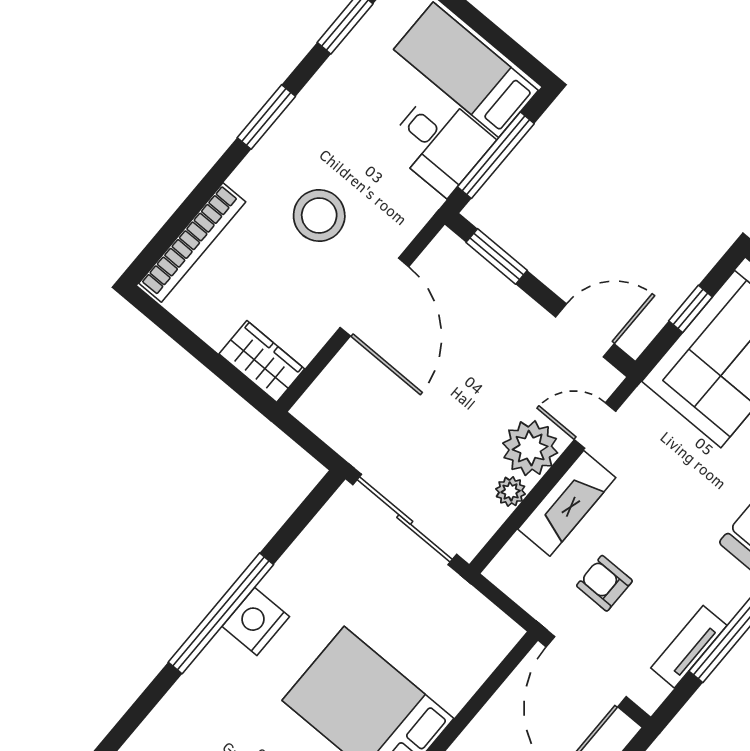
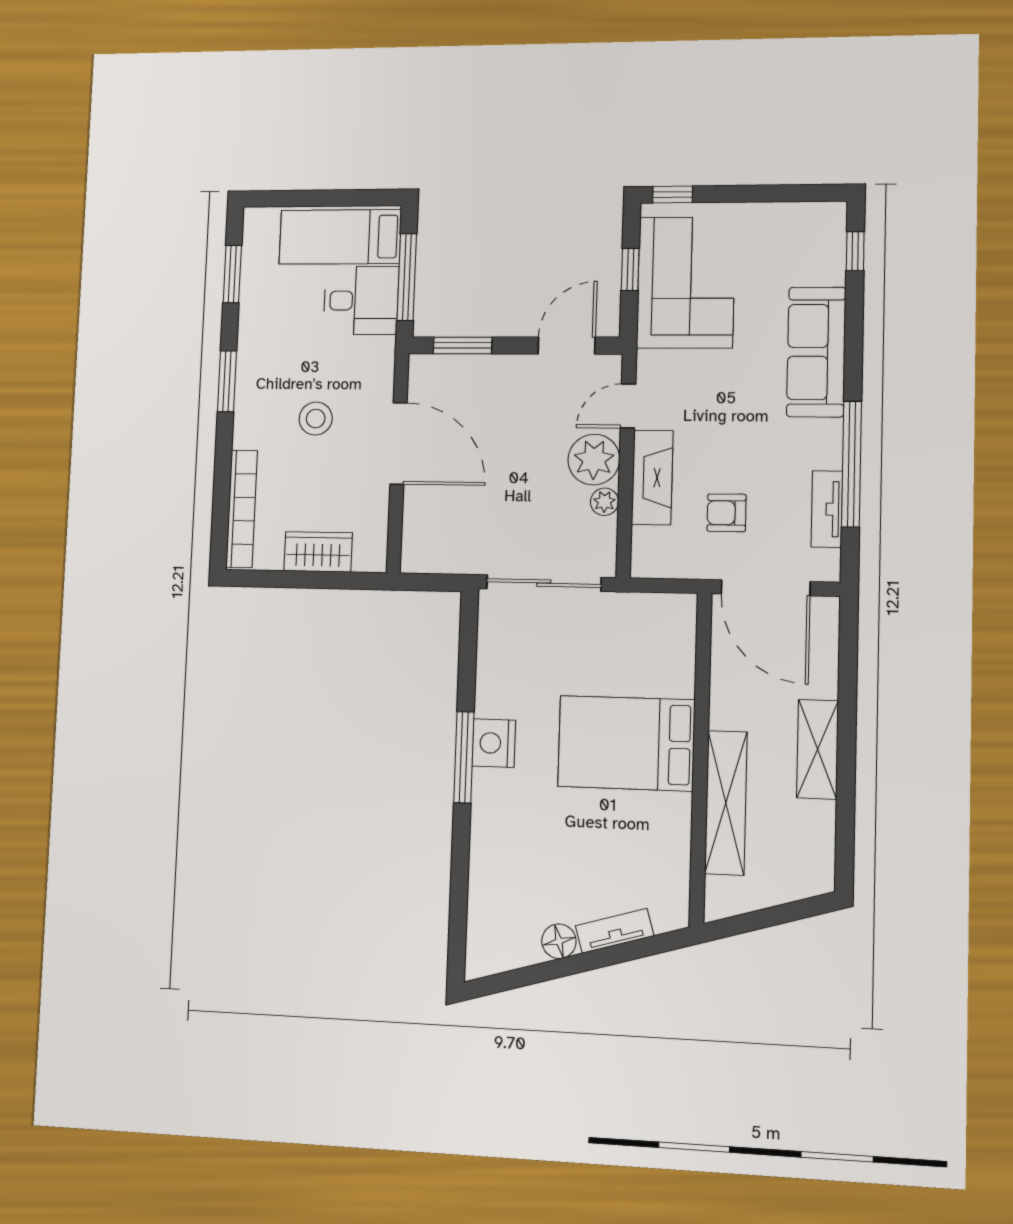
stool: (319, 215) -> (316, 419), width x0.73, depth x0.73
wardrobe: (262, 361) -> (318, 552), moved
window: (221, 613) -> (464, 757), width x0.68

